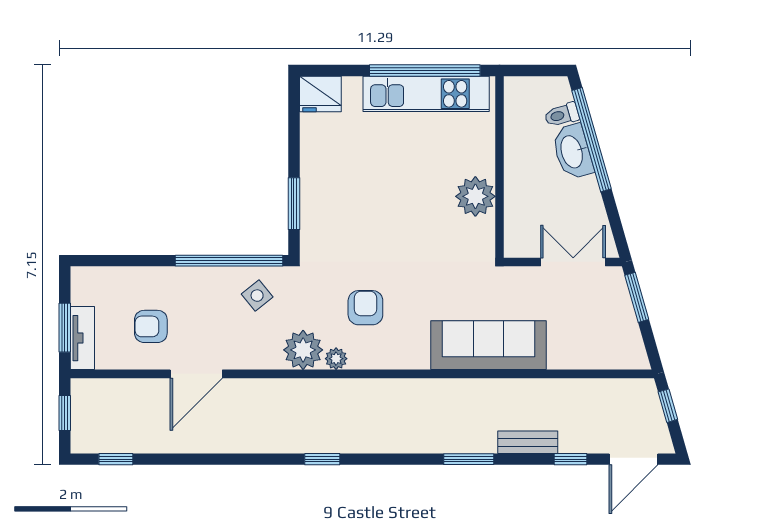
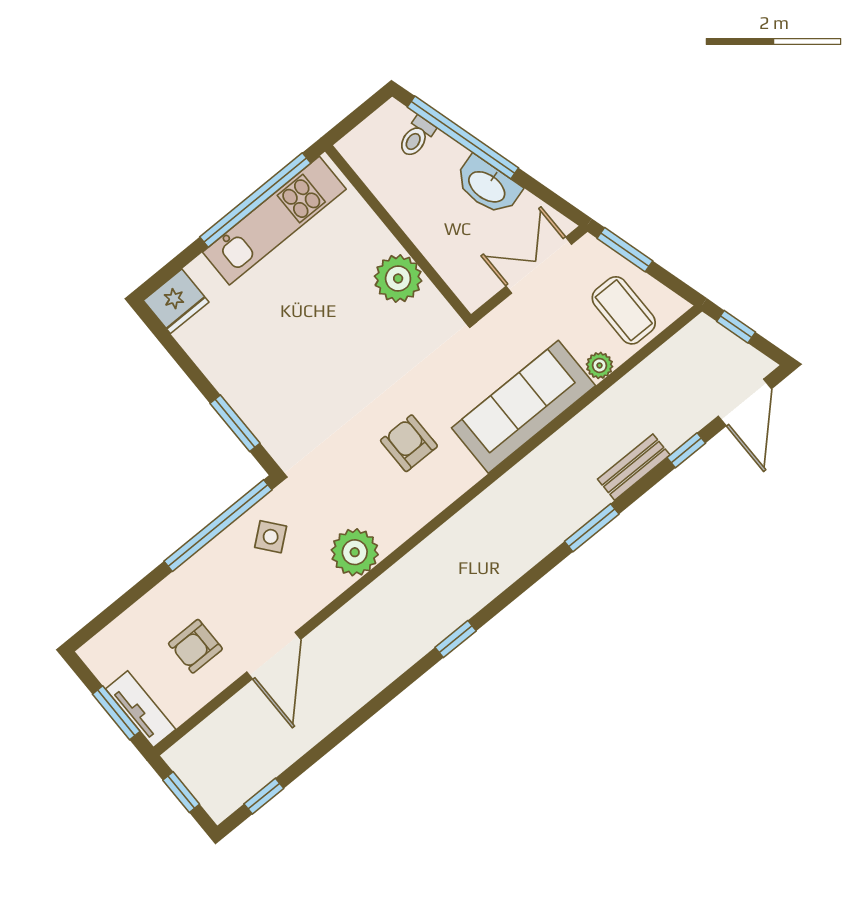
washbasin: (573, 152) -> (487, 186), moved
armchair: (365, 308) -> (409, 443), moved
coffee table: (604, 336) -> (624, 310), added
plant: (336, 359) -> (599, 365), moved

